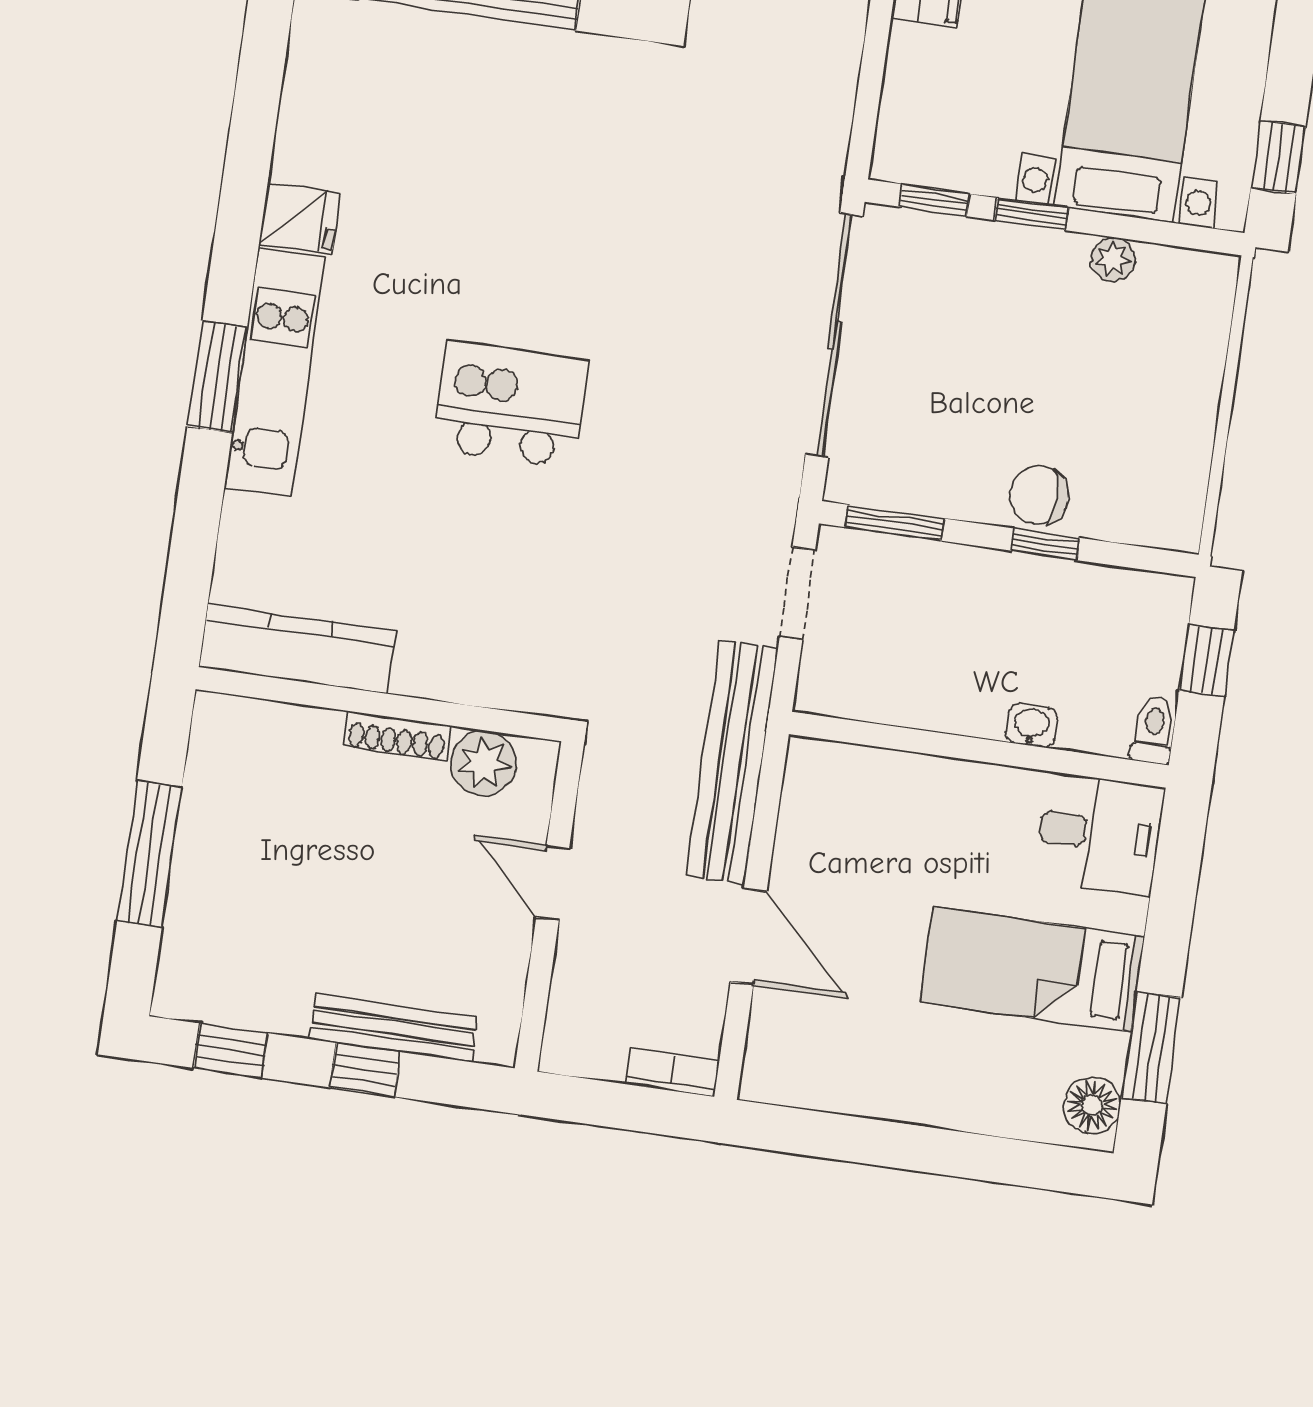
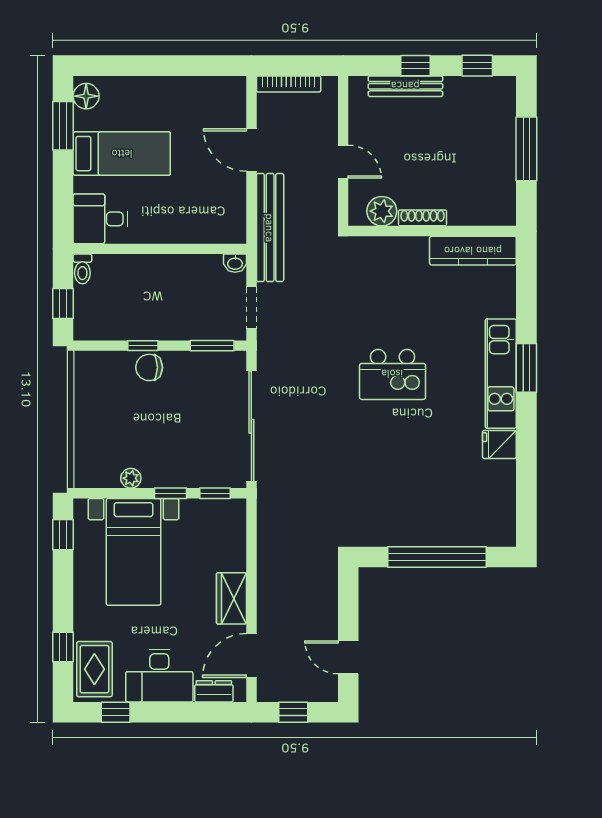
chair: (1039, 495) -> (149, 367), turned 180
washbasin: (1031, 726) -> (235, 263), moved
bookcase: (672, 1073) -> (289, 84), width x1.56

